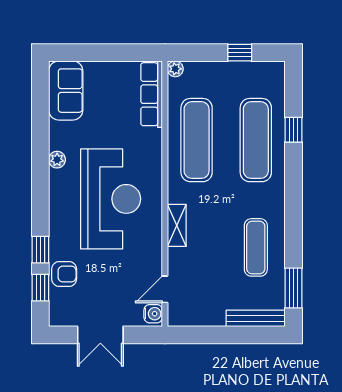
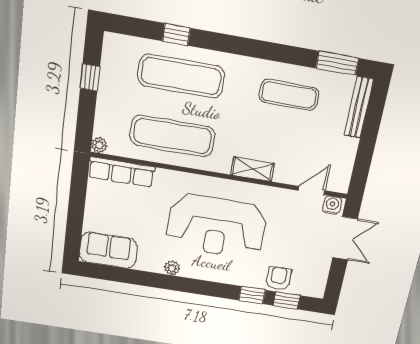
reception desk: (111, 199) -> (216, 226), turned 180
door: (165, 289) -> (312, 191), swing flipped
double door: (100, 335) -> (345, 238), moved

